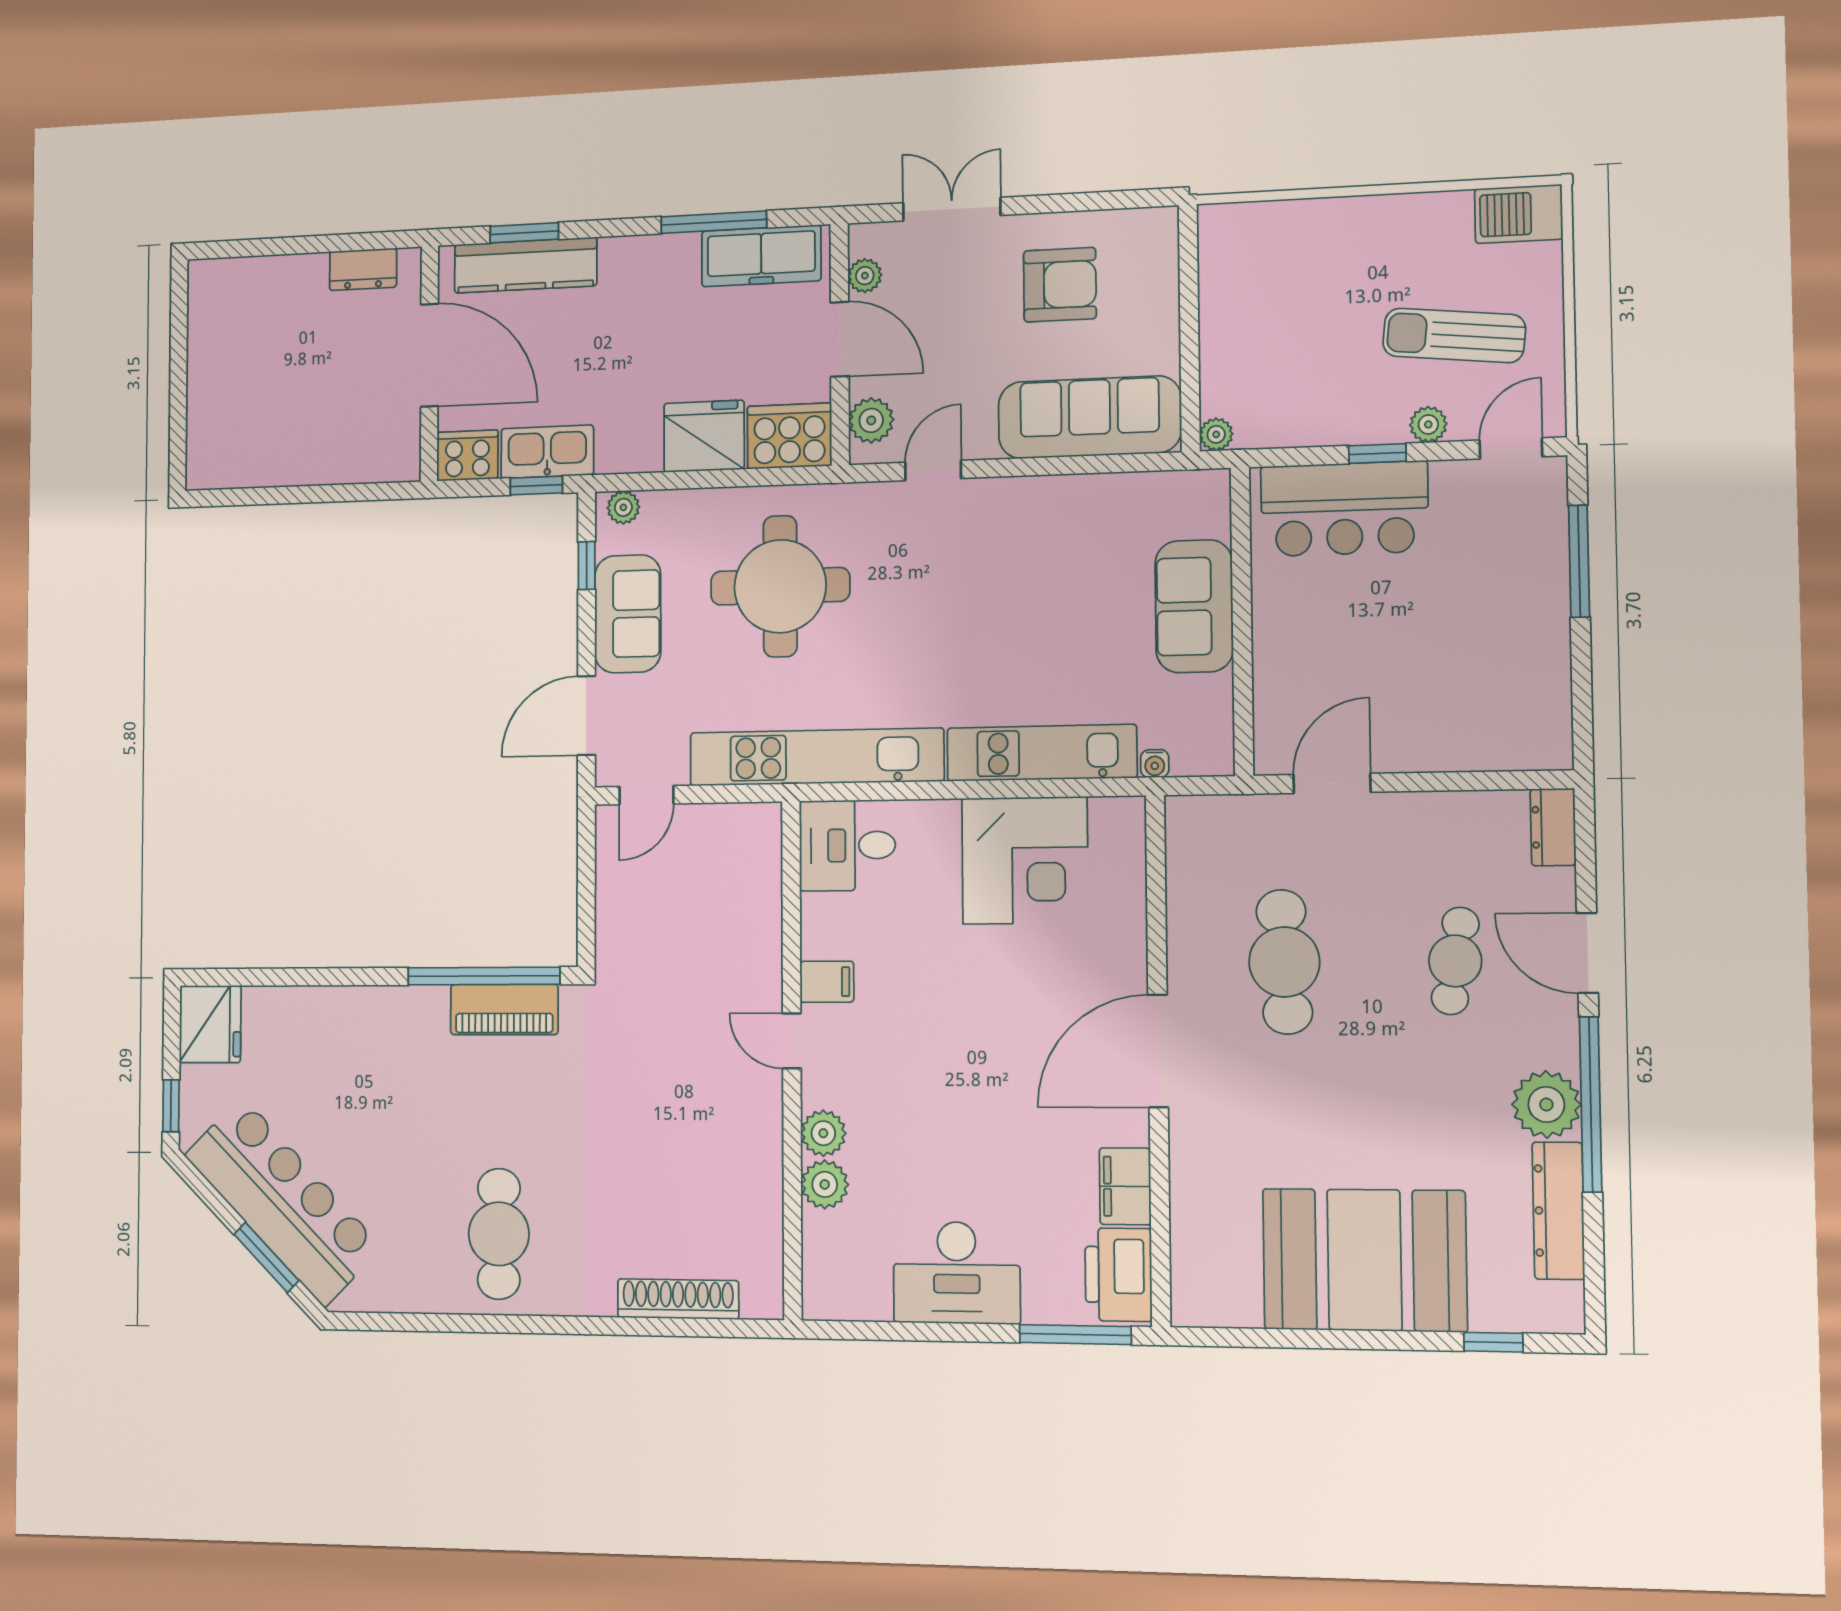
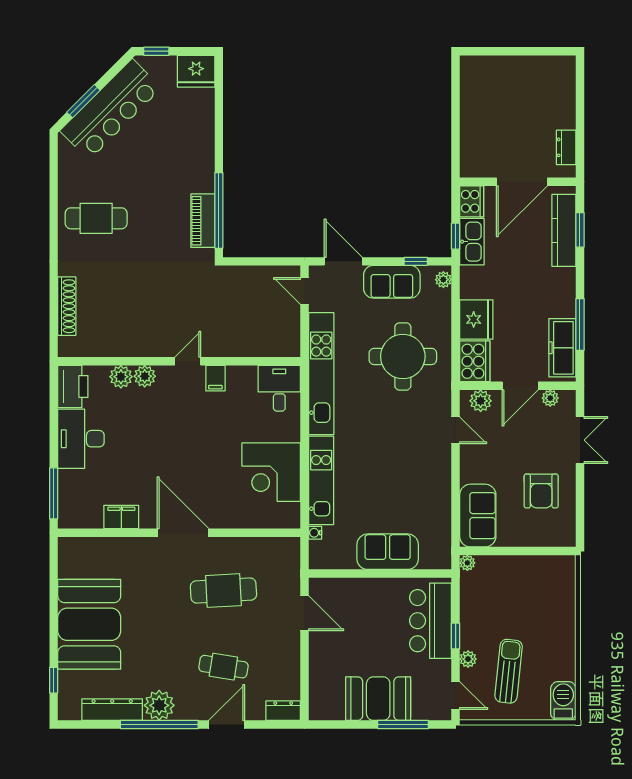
sofa: (1090, 417) -> (478, 516), width x0.73
booth: (1521, 618) -> (378, 699), added
printer: (1119, 1275) -> (73, 386), moved, turned 90

